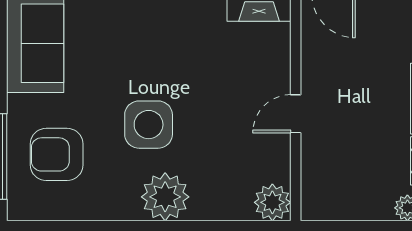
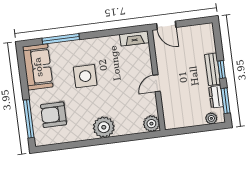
side table: (149, 125) -> (85, 76), moved

